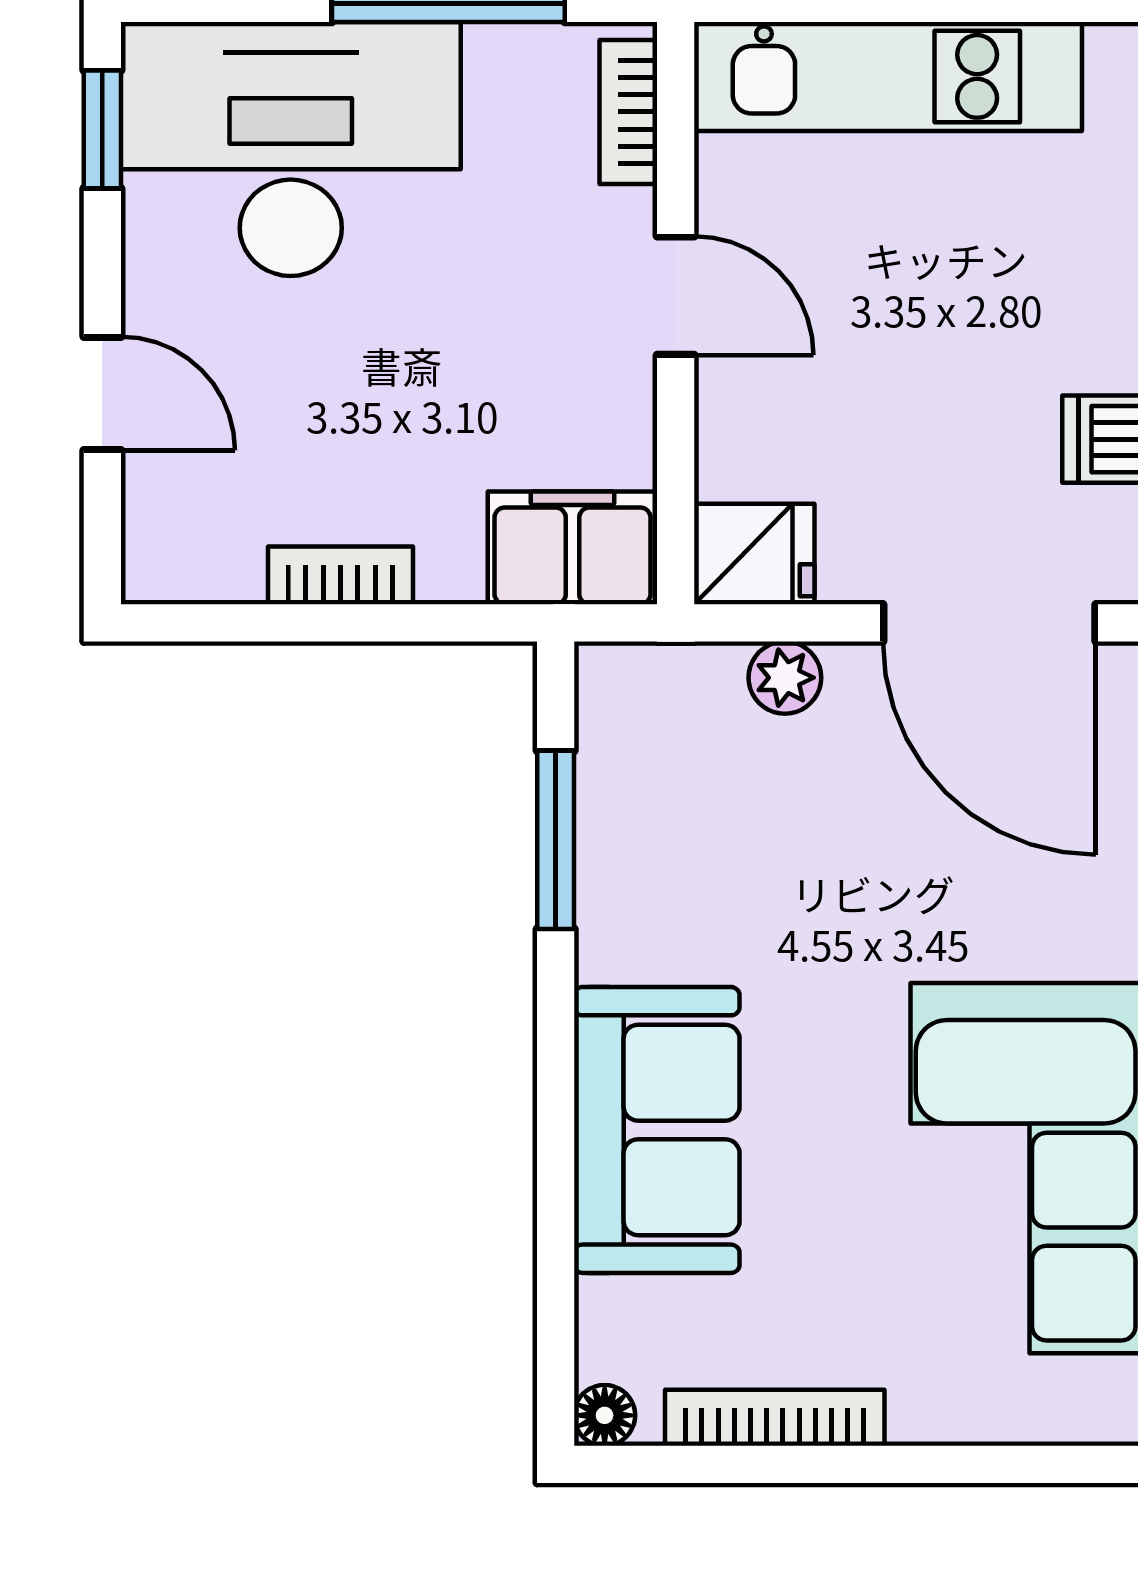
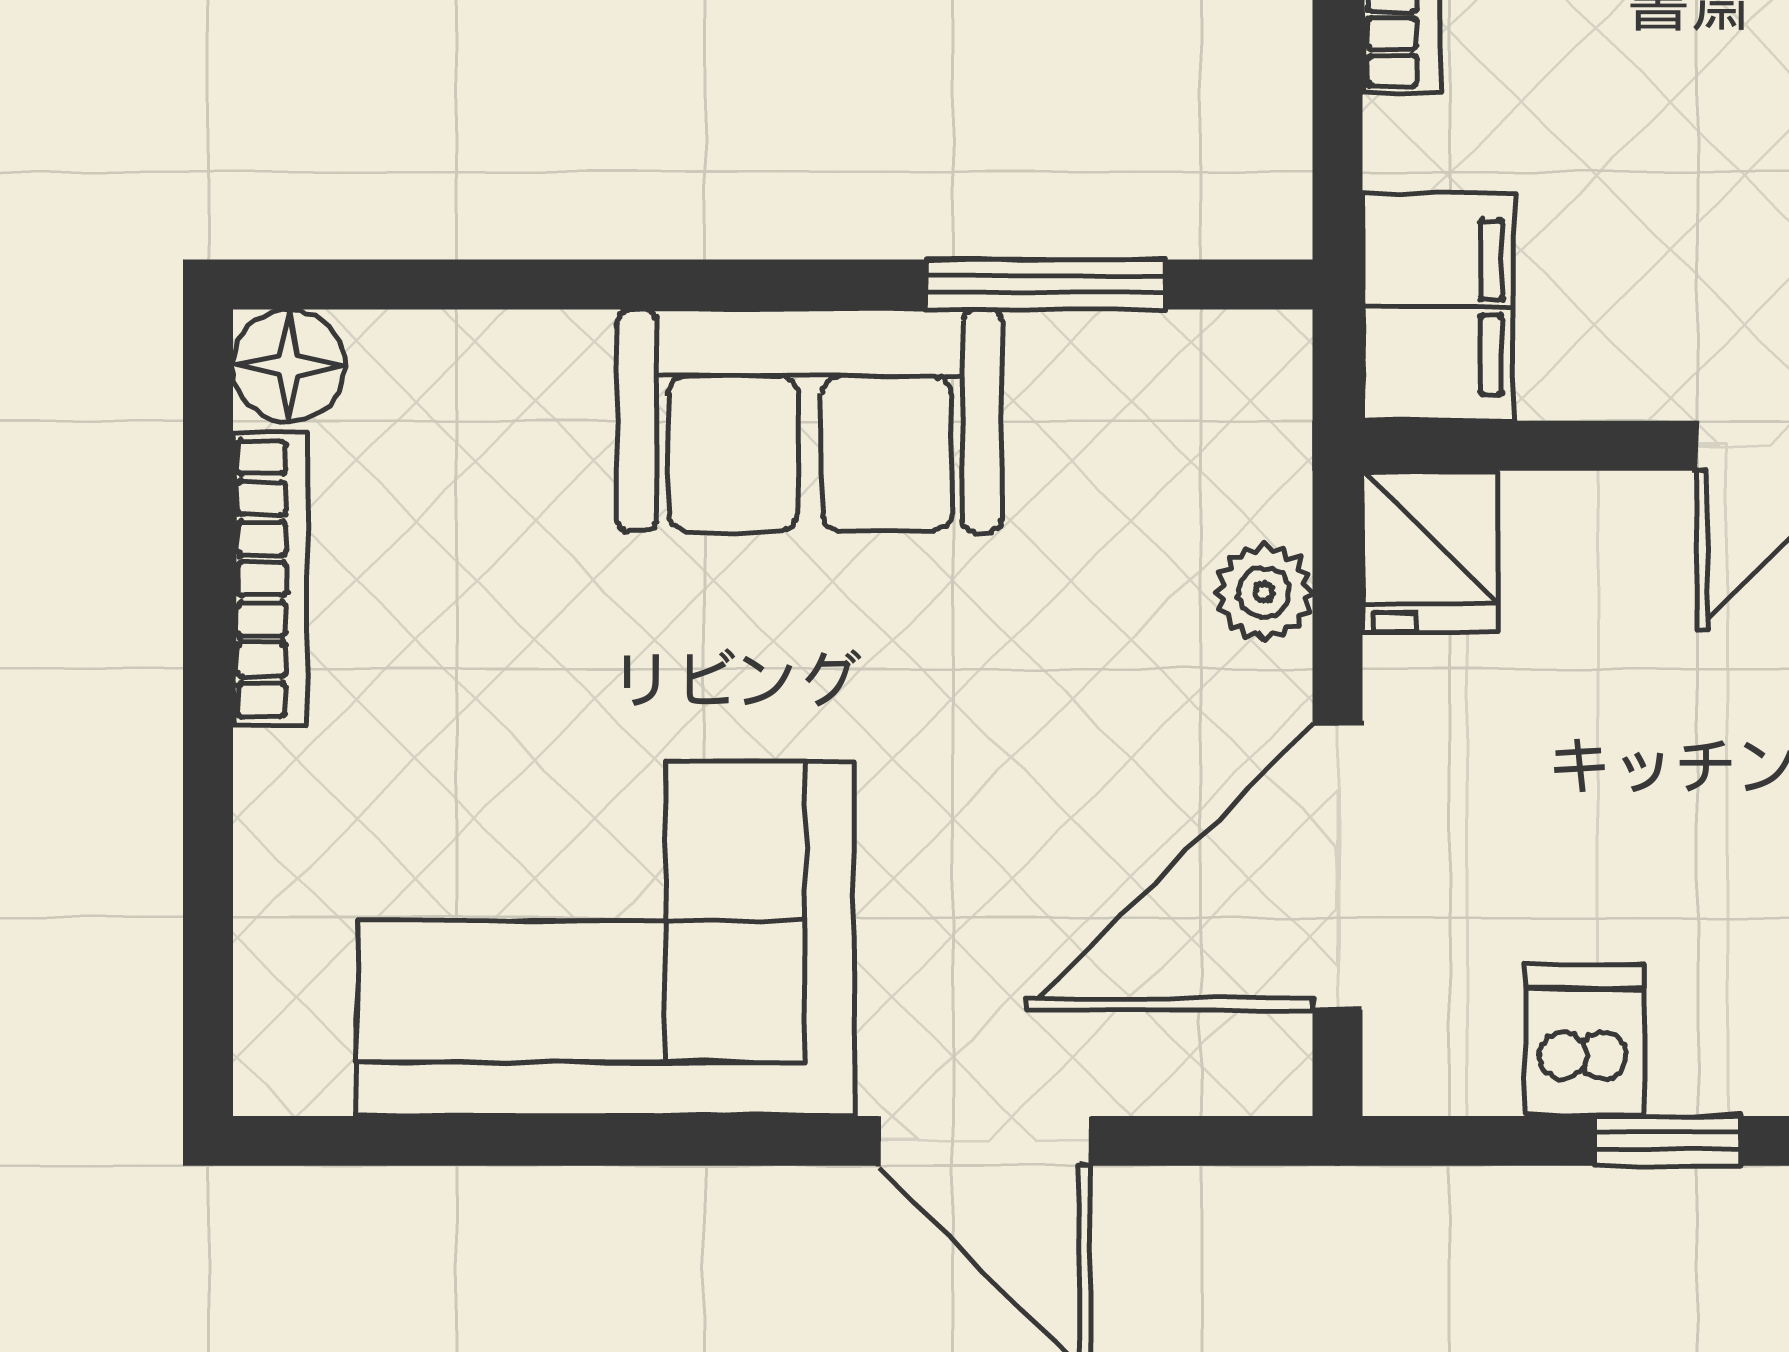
sofa: (657, 1130) -> (810, 420), moved
floor lamp: (605, 1415) -> (289, 365), width x1.37, depth x1.37

